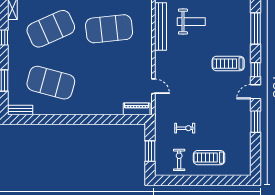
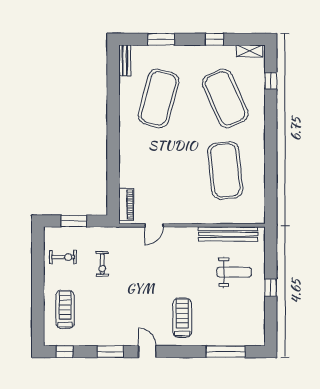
weight bench: (191, 22) -> (234, 272), turned -90
window: (256, 70) -> (65, 352), moved
treadmill: (209, 158) -> (65, 309), moved

